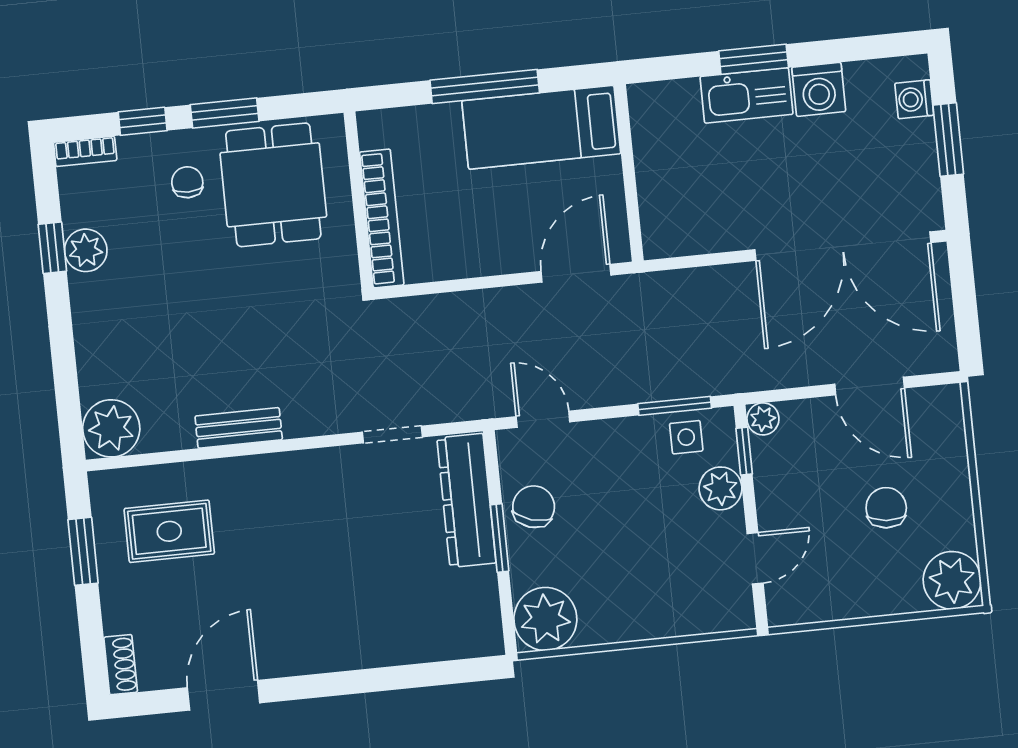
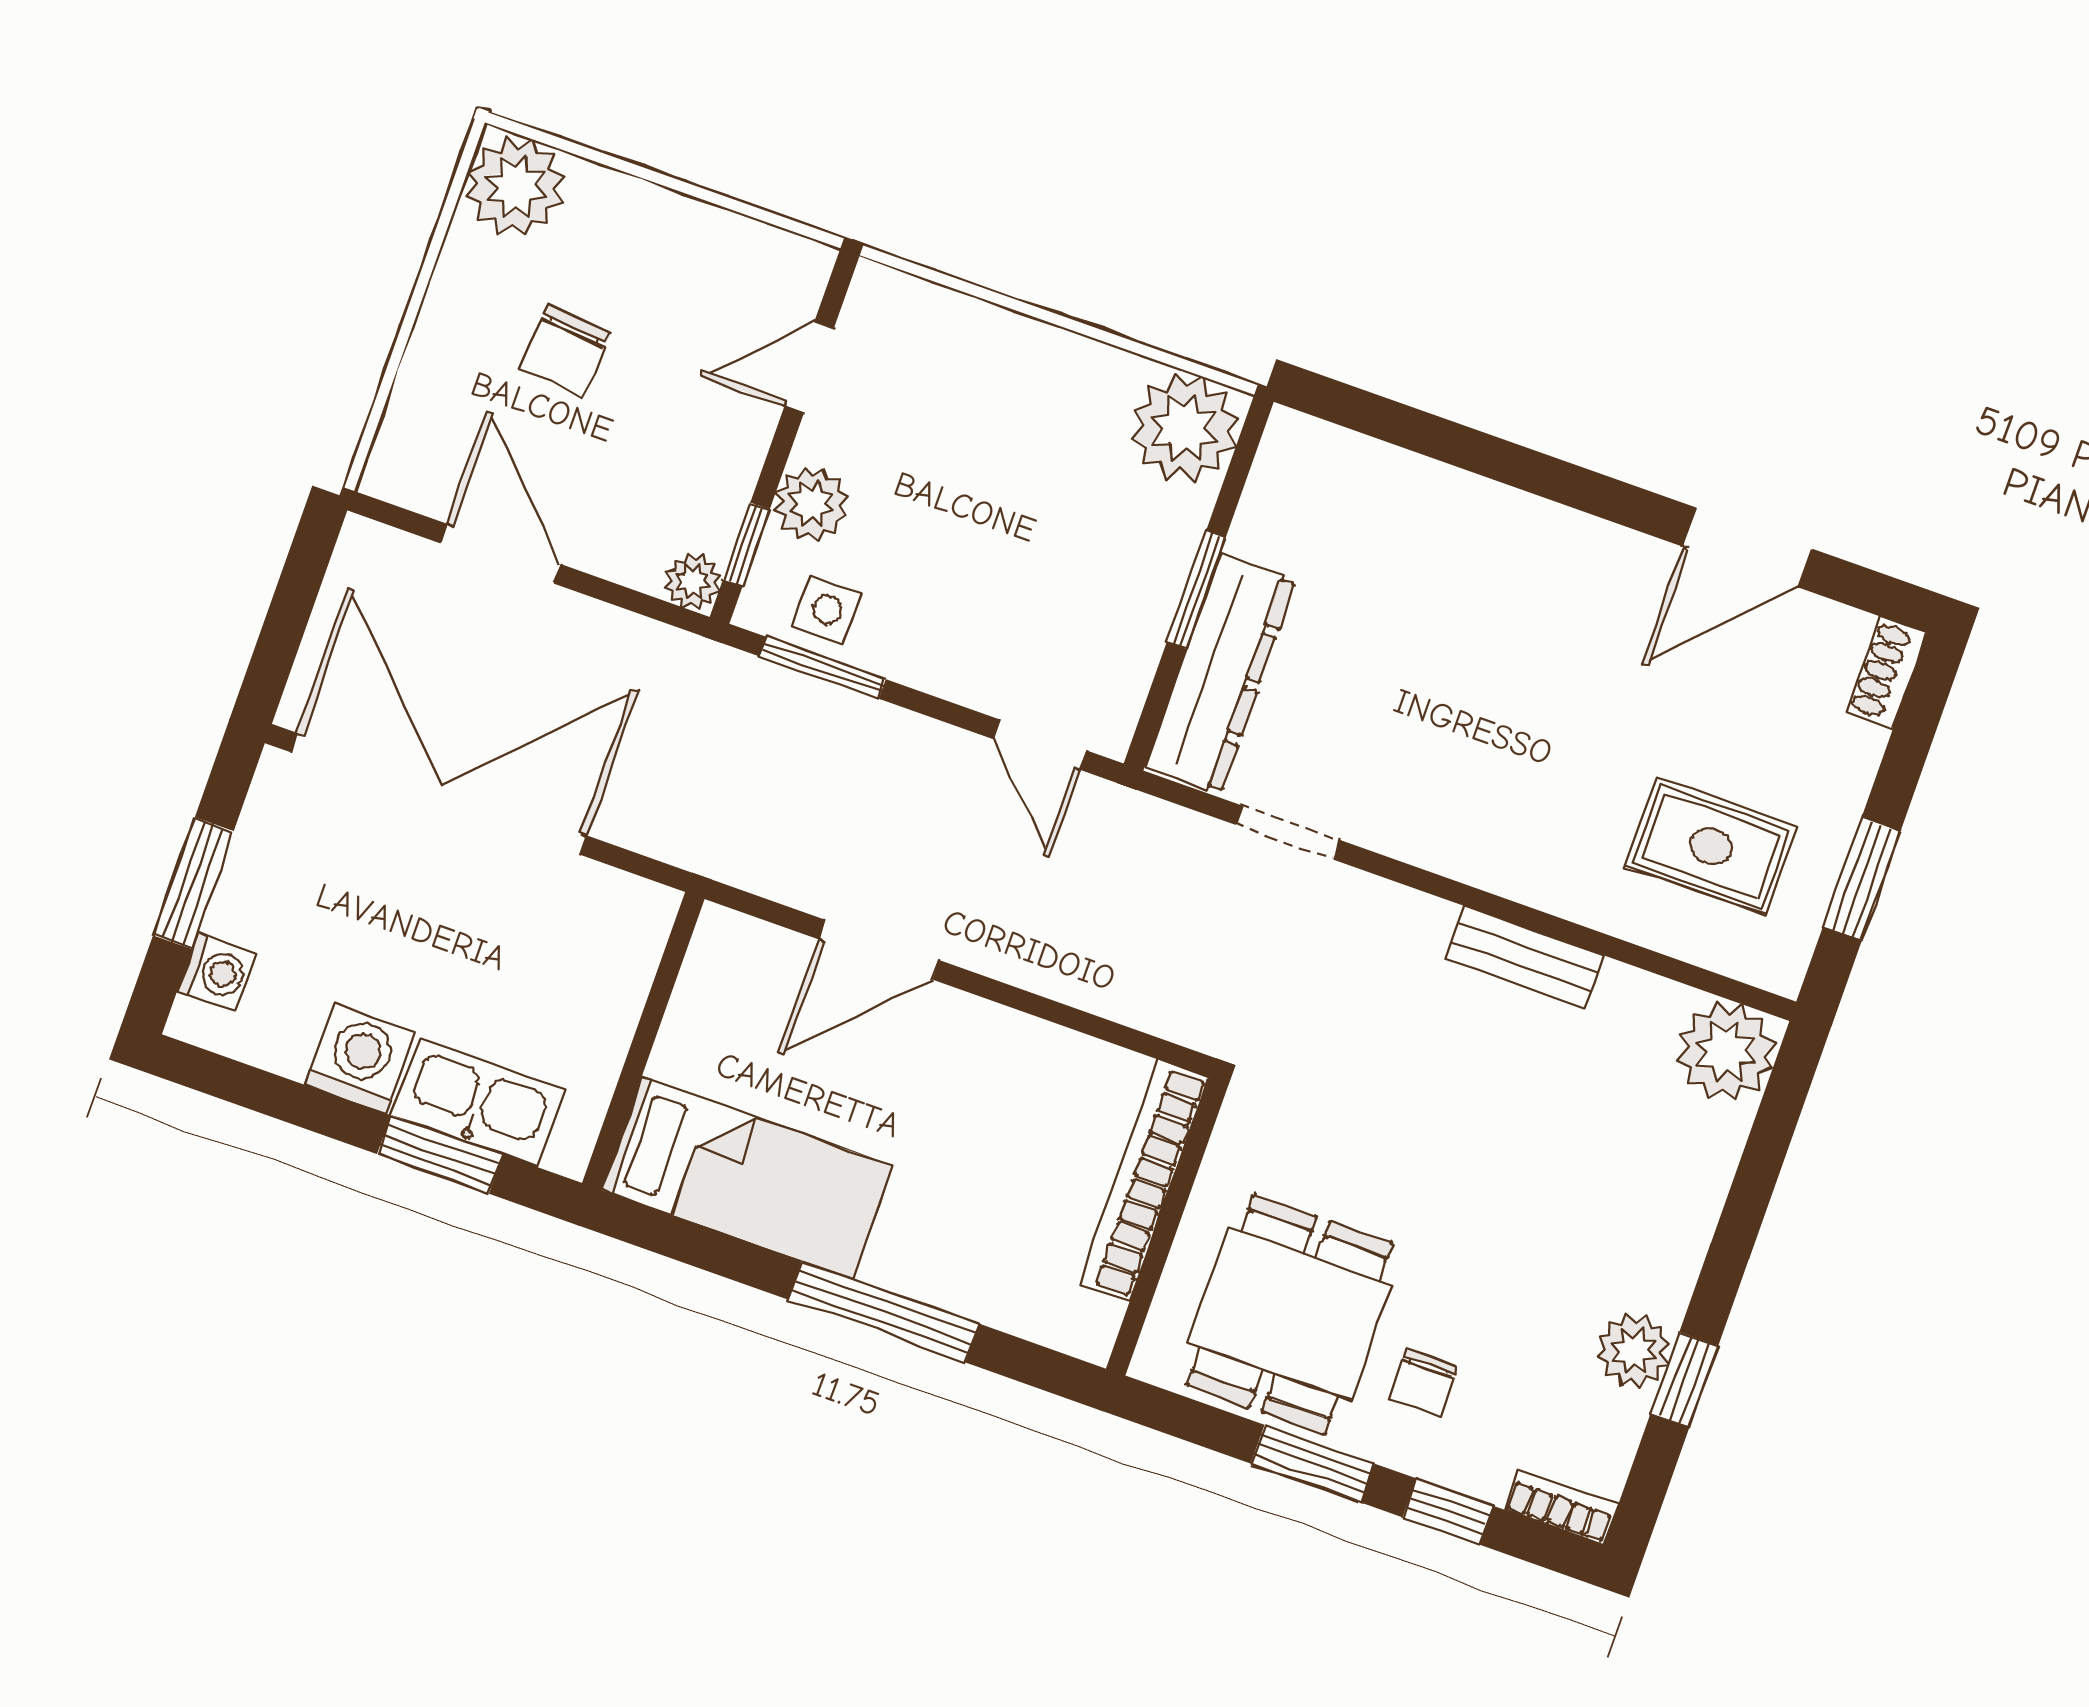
bed: (541, 127) -> (747, 1178), moved
wall: (629, 173) -> (643, 1041), moved
chair: (534, 507) -> (1119, 614), removed

